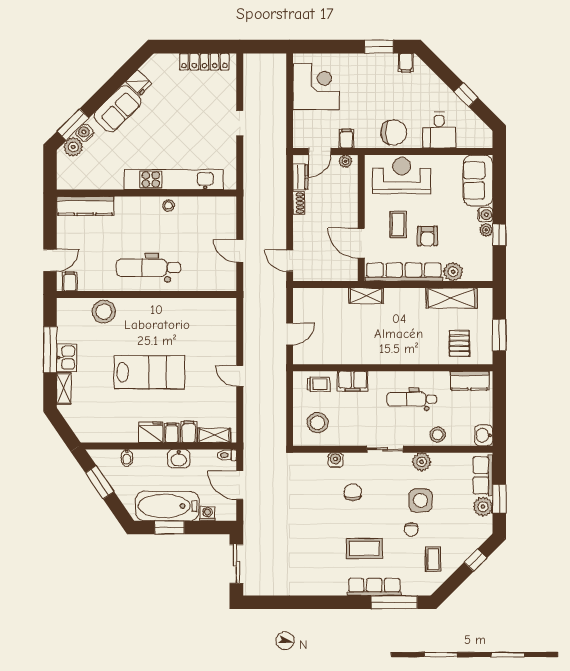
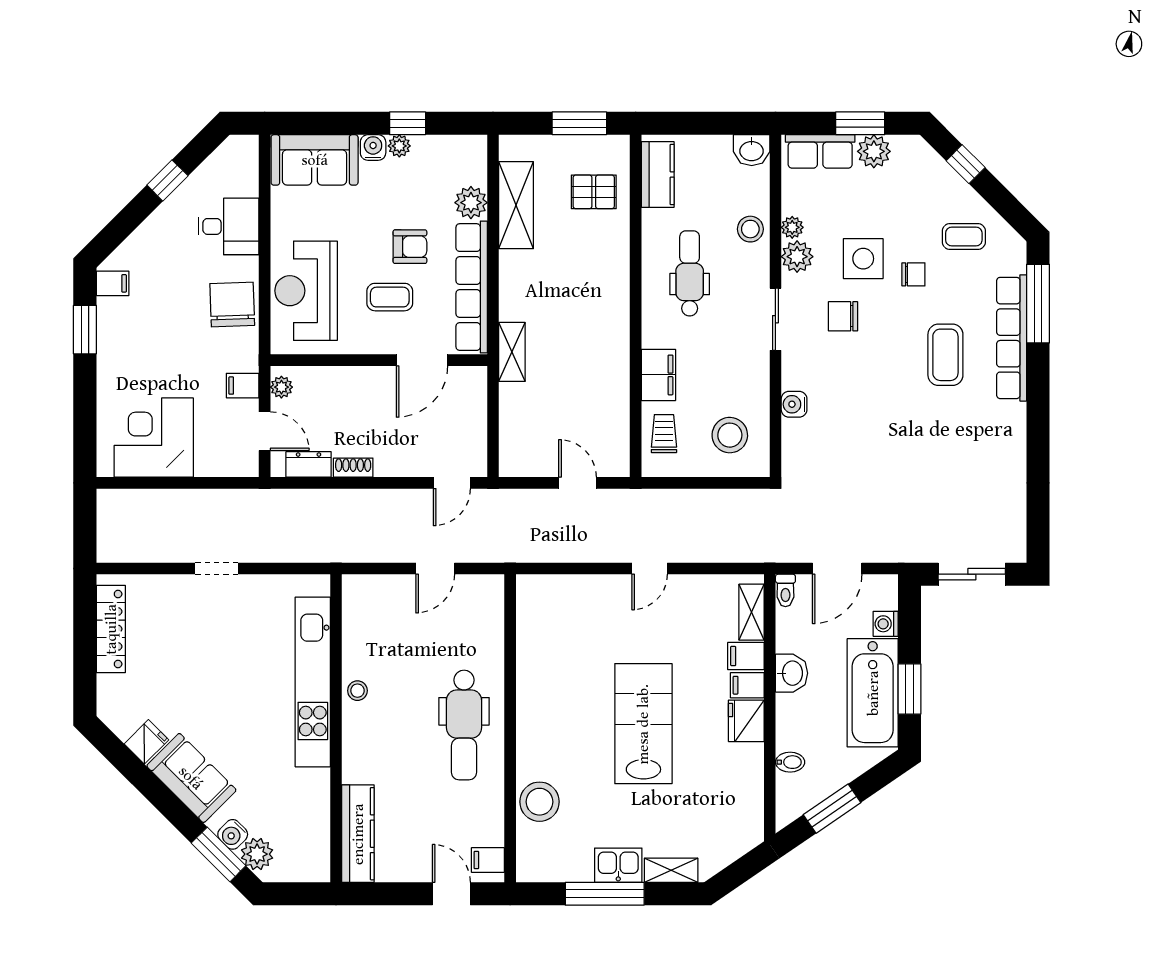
dental chair: (412, 399) -> (690, 273), turned 180
plant: (439, 459) -> (792, 227), added
chair: (353, 492) -> (843, 316), moved
row of seats: (374, 587) -> (1012, 338), width x1.36

